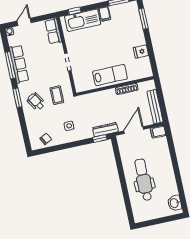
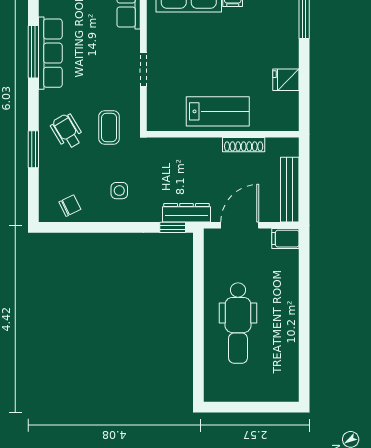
window: (17, 98) -> (33, 149), moved
dental chair: (144, 180) -> (238, 323), turned 180
washbasin: (175, 203) -> (287, 380), removed

